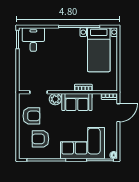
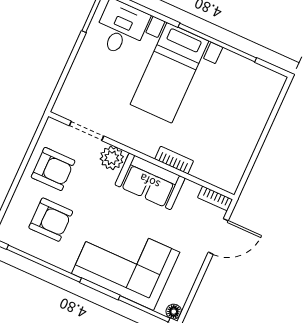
bed with nightstands: (99, 50) -> (169, 73), moved
armchair: (41, 139) -> (51, 220), turned 180

